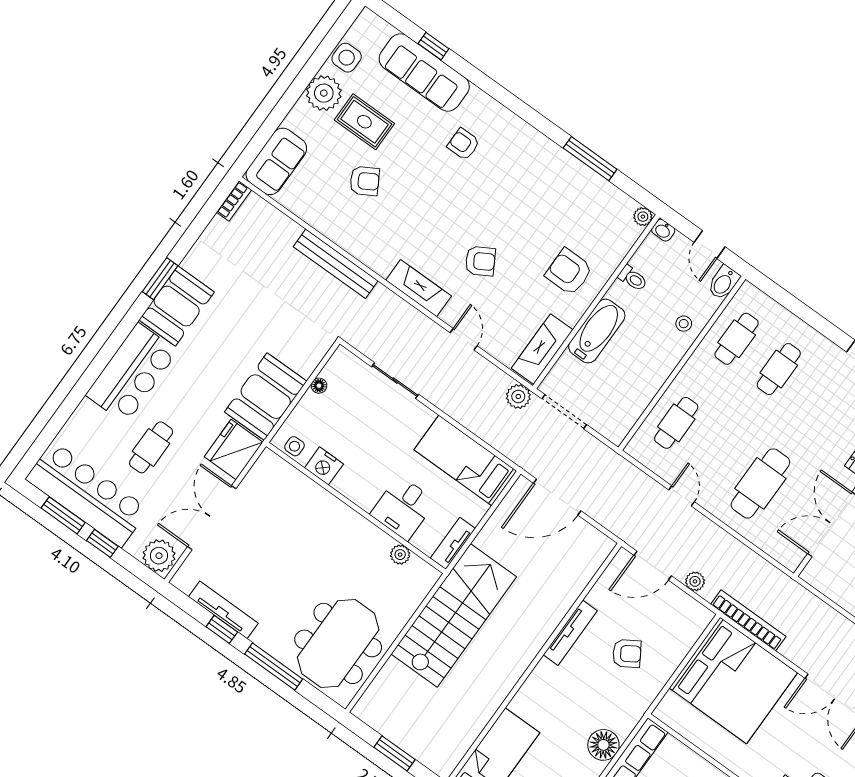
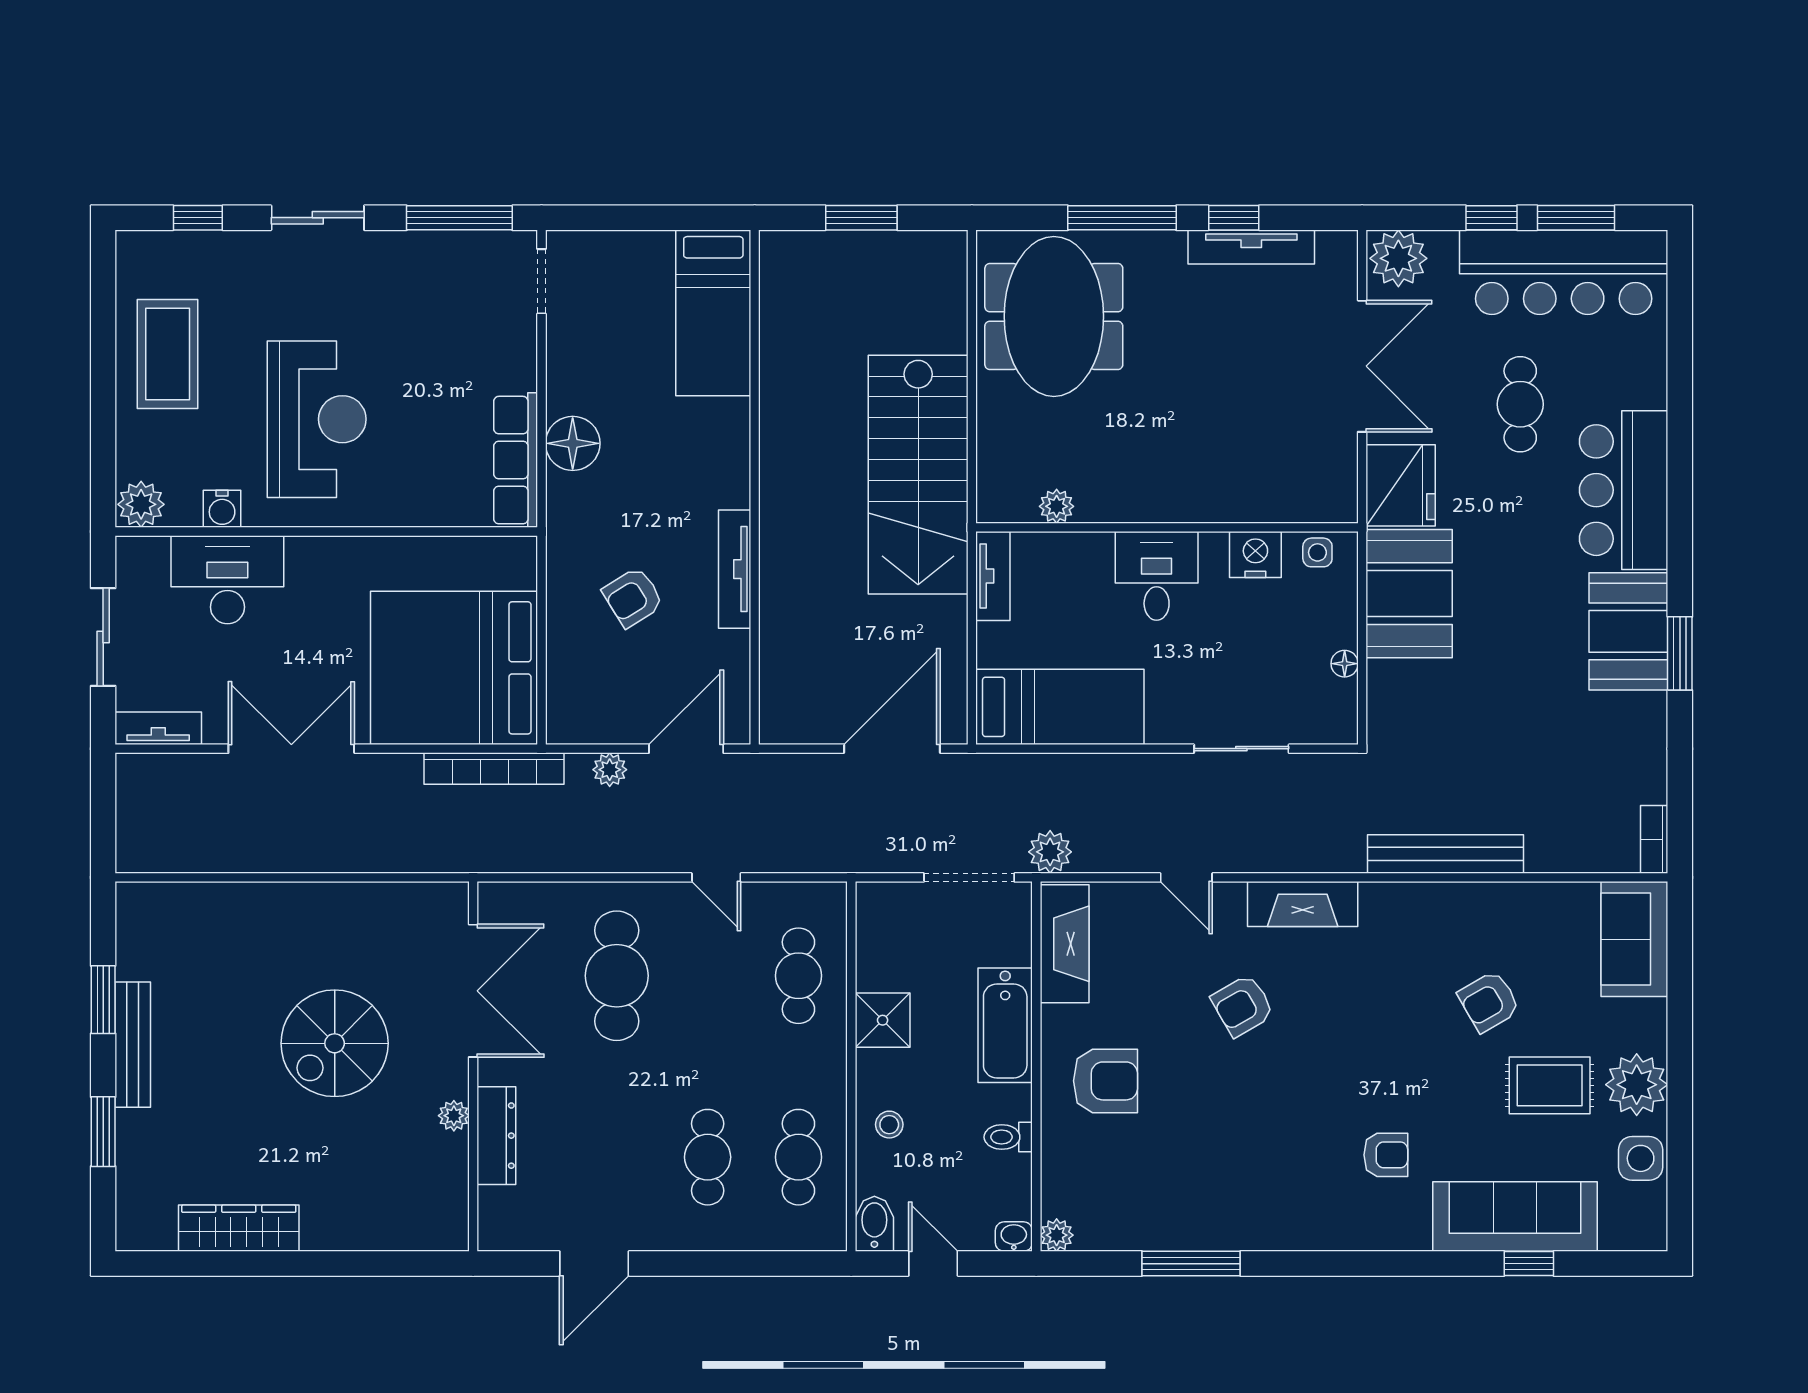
shower: (652, 374) -> (883, 1020), added
desk: (403, 508) -> (1157, 576), moved

